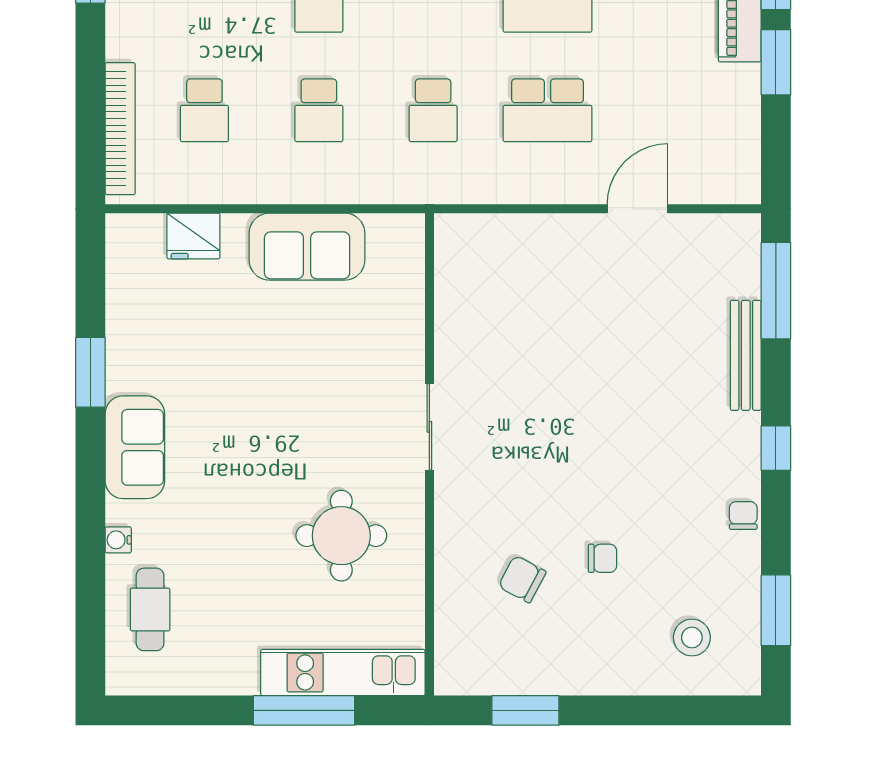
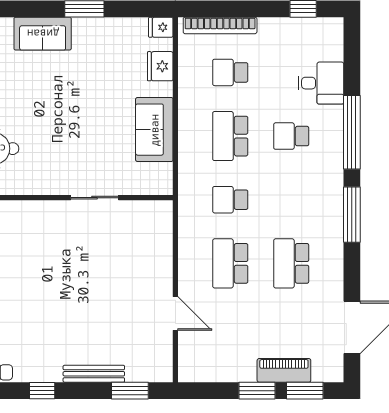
school desk: (319, 110) -> (230, 136), width x1.85
fridge: (123, 235) -> (161, 27), added
window: (776, 291) -> (130, 391), width x0.69
sliding door: (429, 427) -> (95, 198), moved

